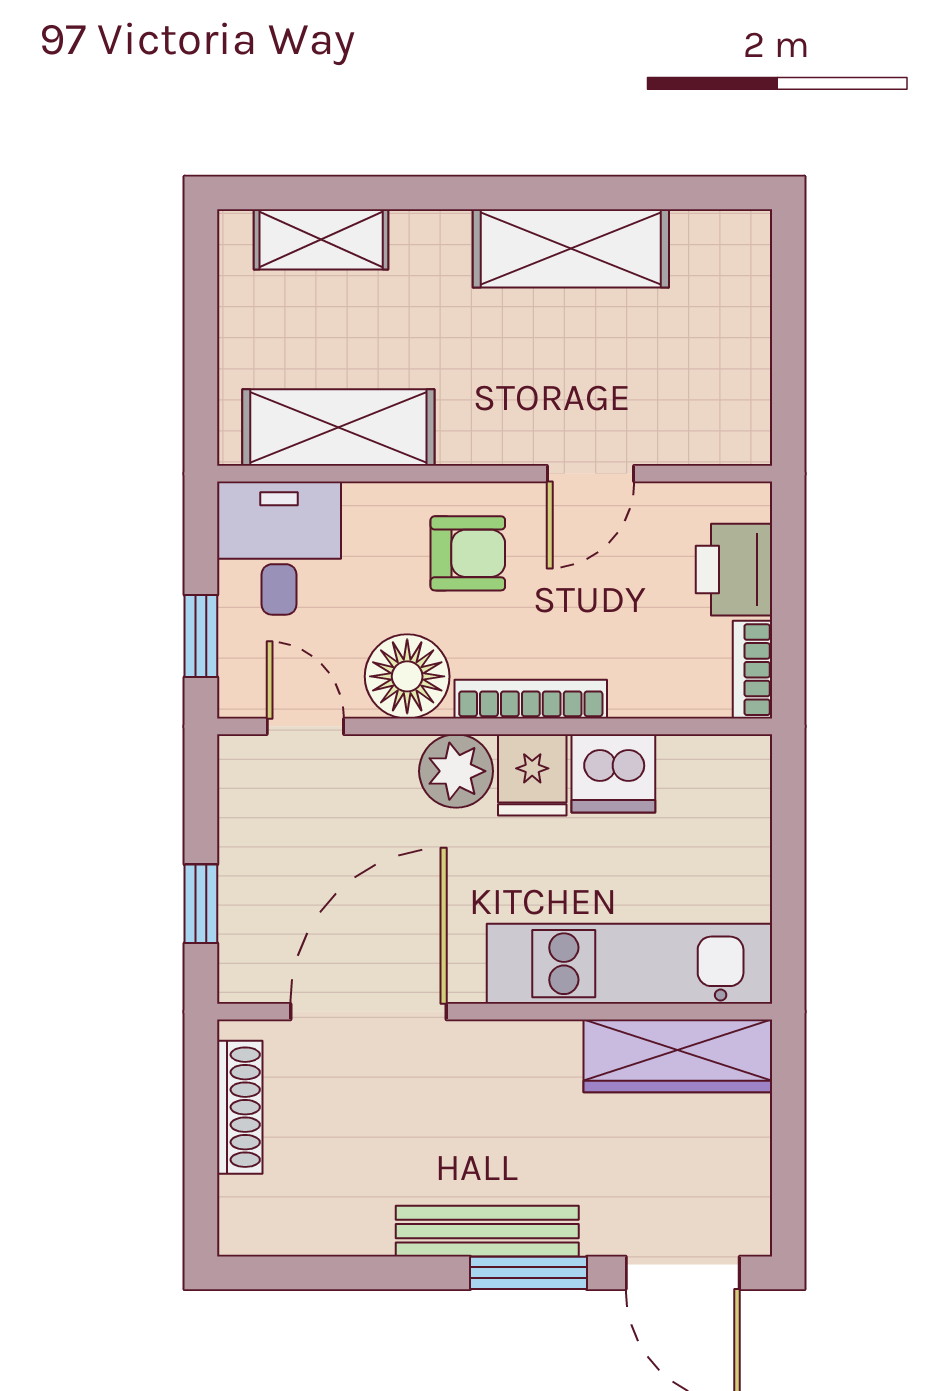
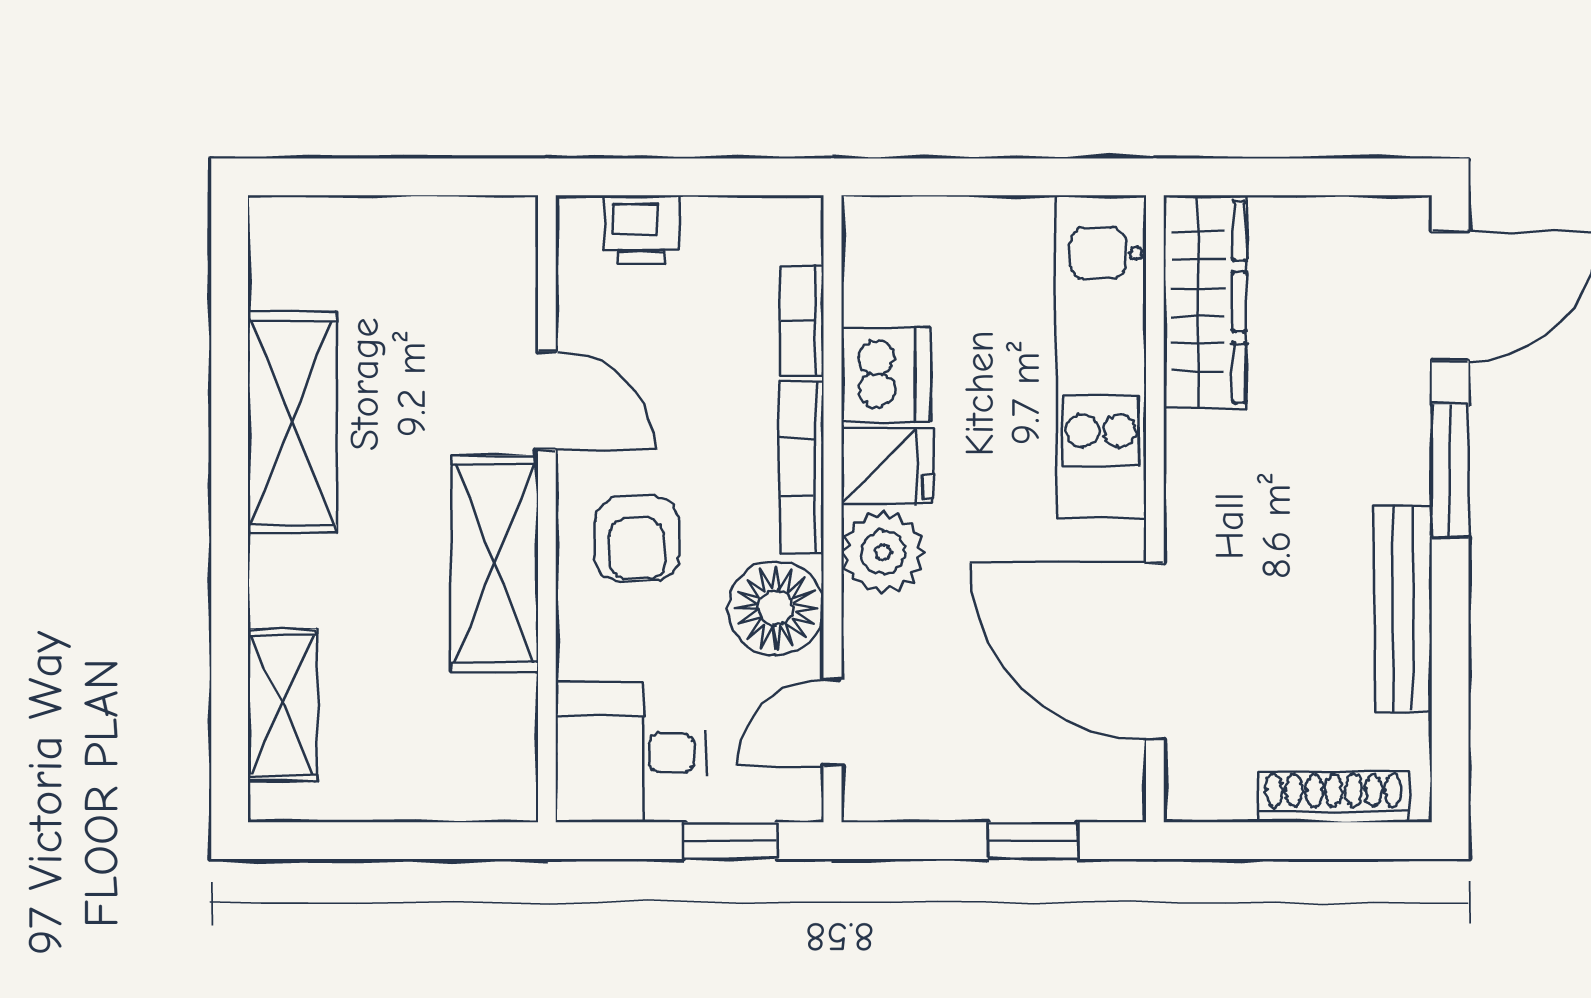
shelving: (338, 427) -> (495, 563), moved
armchair: (468, 553) -> (637, 539), turned 180
printer: (734, 570) -> (641, 230), width x0.73, depth x0.81
bookcase: (752, 670) -> (802, 321), moved, turned 90
shoe rack: (240, 1107) -> (1333, 797), moved
bench: (487, 1231) -> (1403, 609), moved

